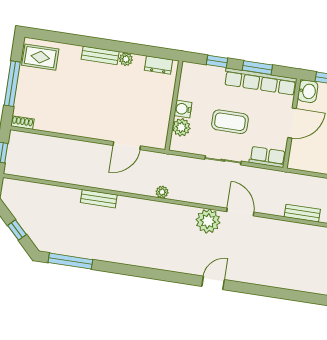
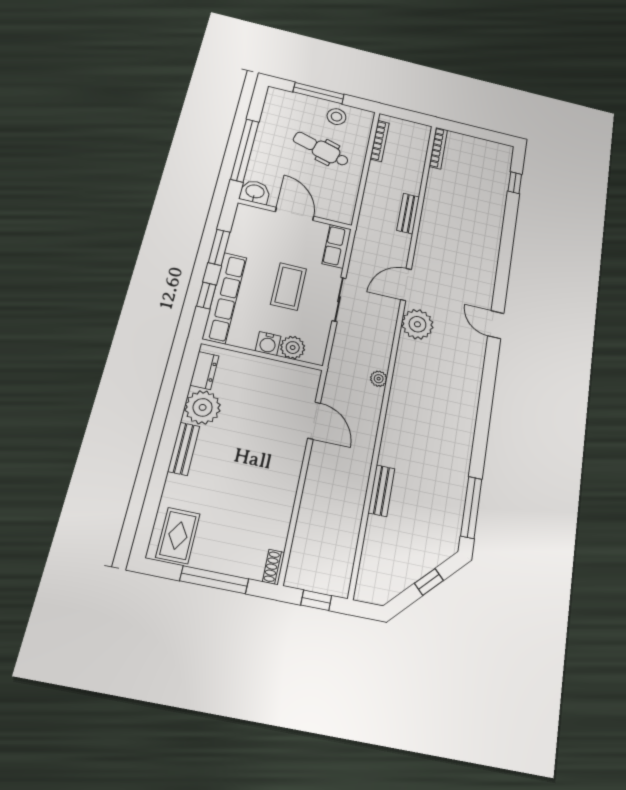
plant: (126, 59) -> (203, 407), width x1.87, depth x1.87
row of seats: (260, 82) -> (225, 298), moved
bench: (99, 199) -> (381, 491), moved

